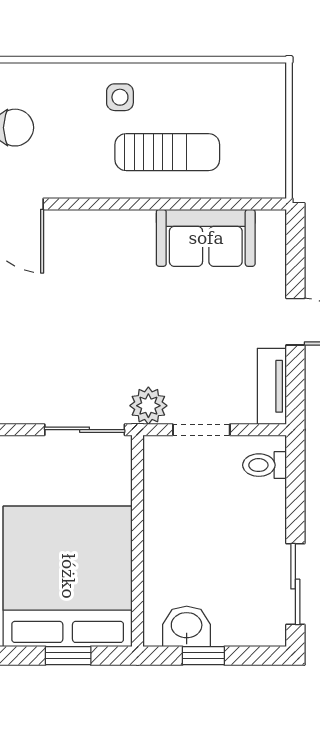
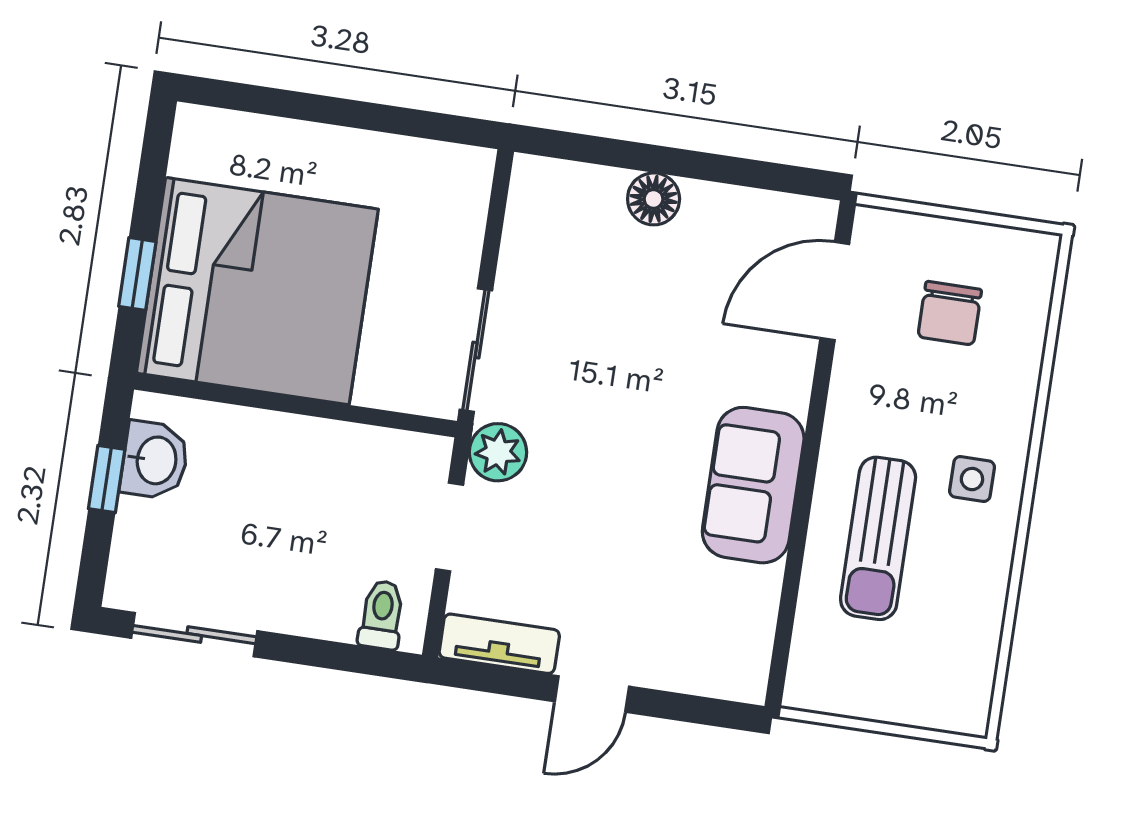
sofa: (206, 238) -> (753, 485), moved

